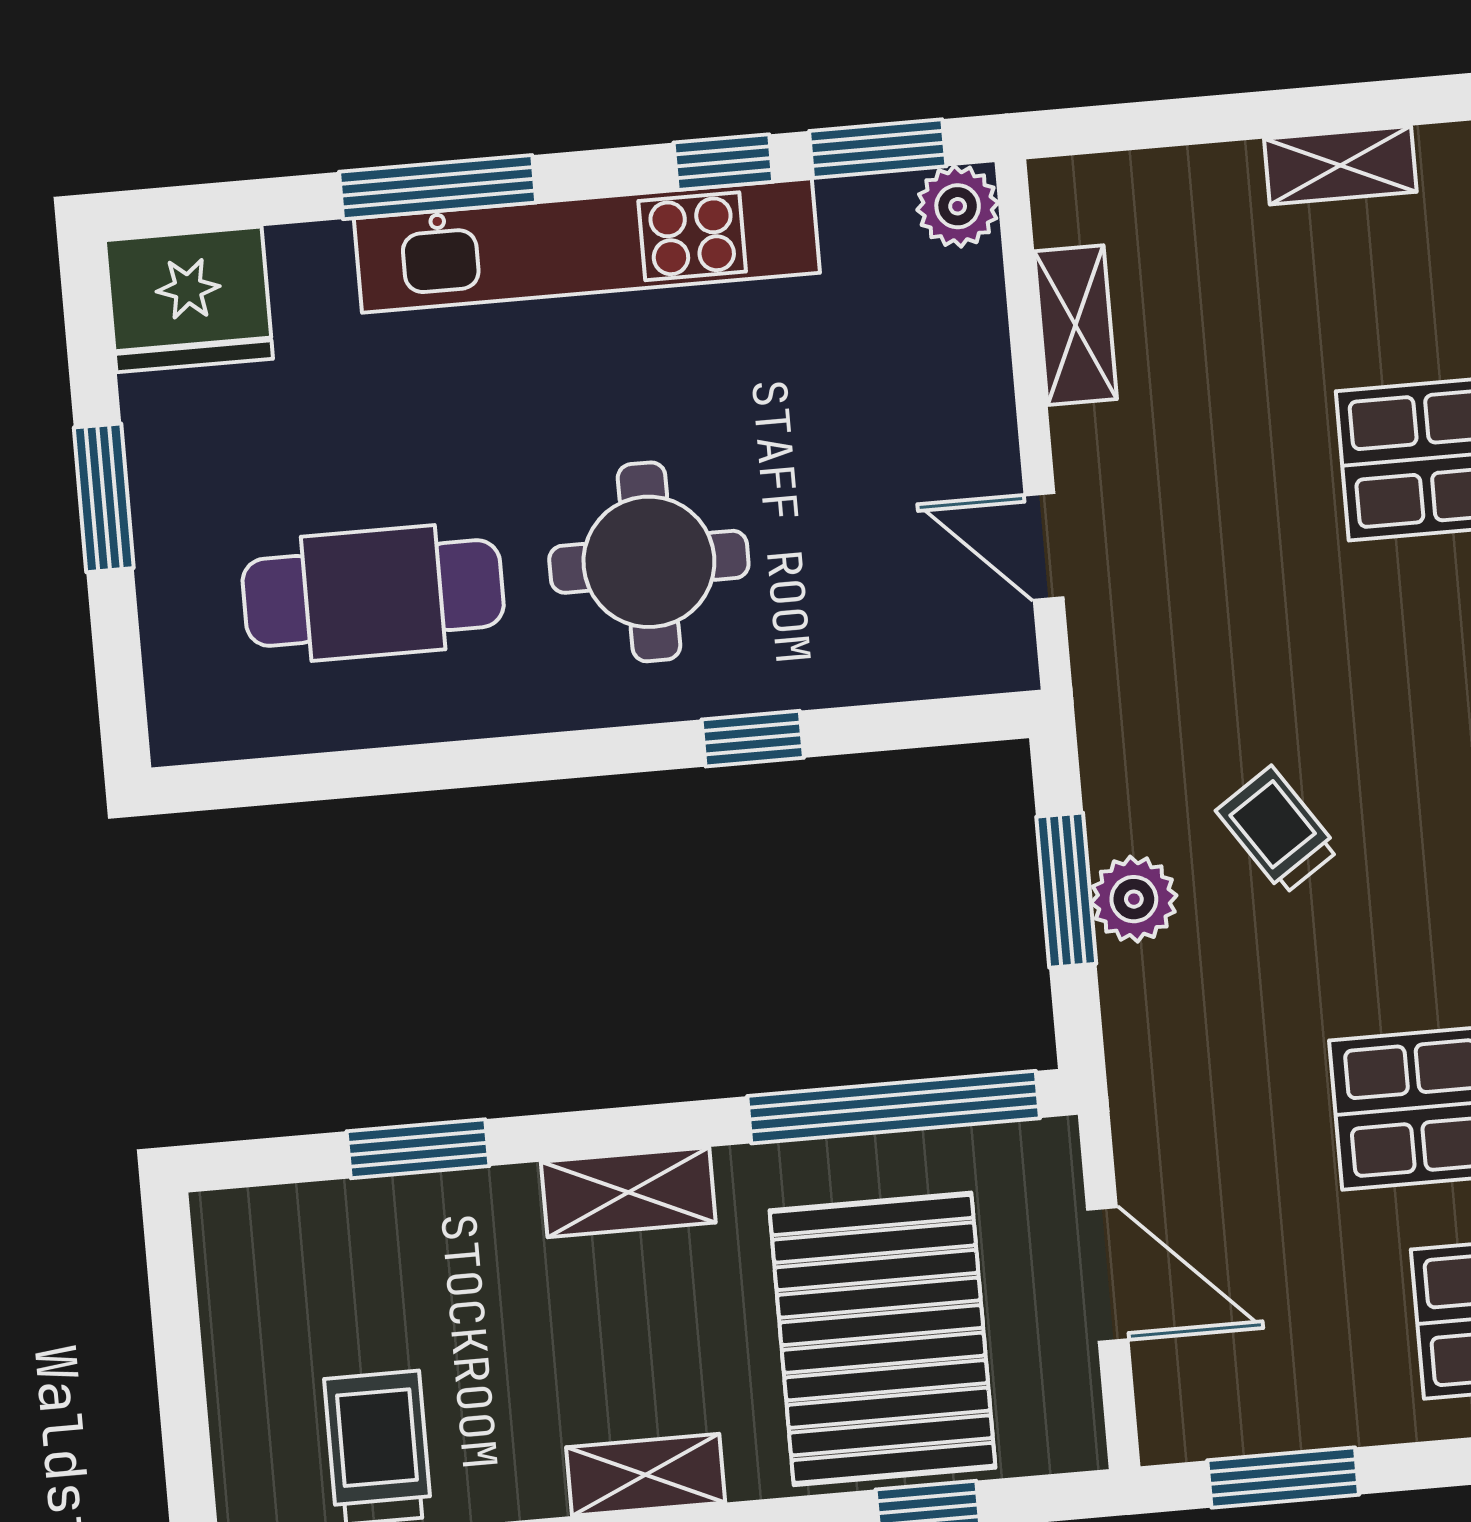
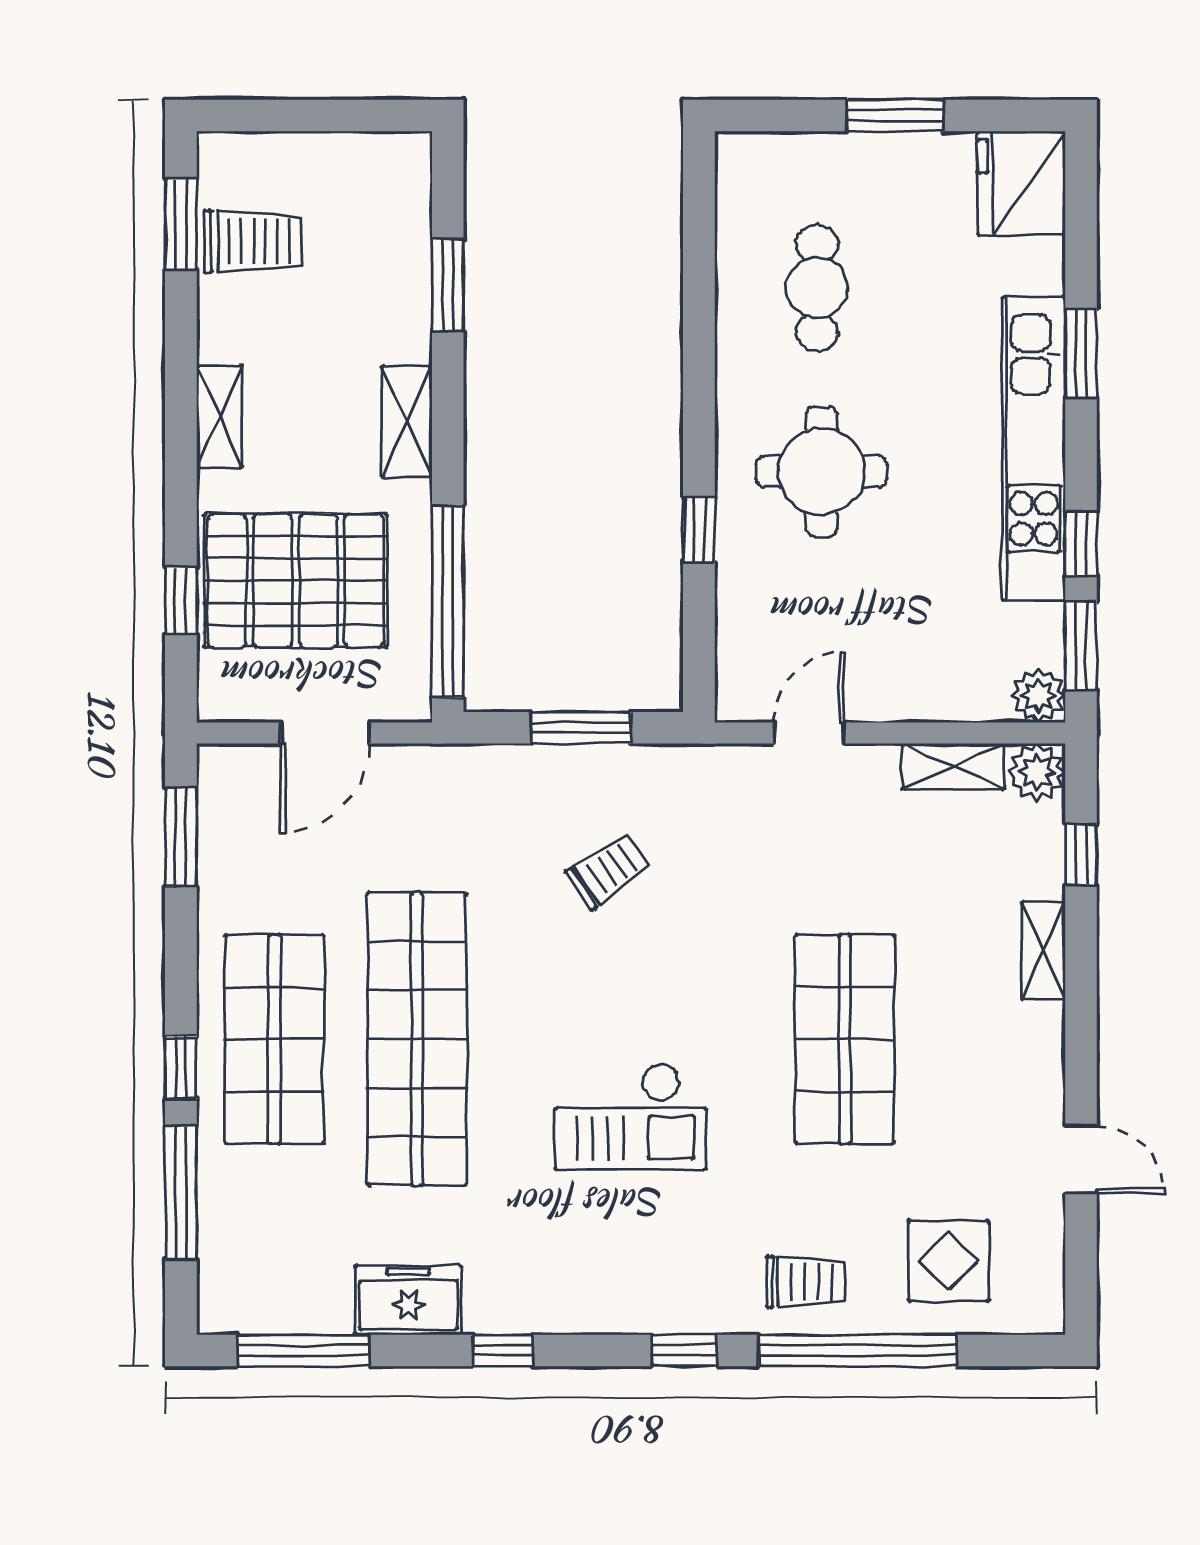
window: (1191, 121) -> (1081, 854), added
window: (438, 187) -> (1081, 354), width x0.69
cafe table: (373, 593) -> (817, 288), width x0.73, depth x0.74
plant: (1134, 899) -> (1037, 772), moved

